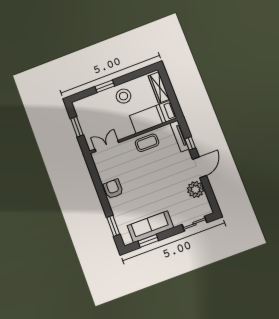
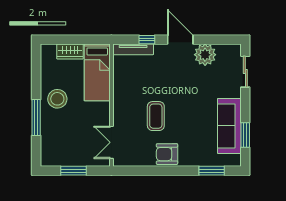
window: (105, 86) -> (36, 117), width x1.44
wardrobe: (159, 87) -> (70, 51), width x0.67
coffee table: (147, 143) -> (156, 116), moved

